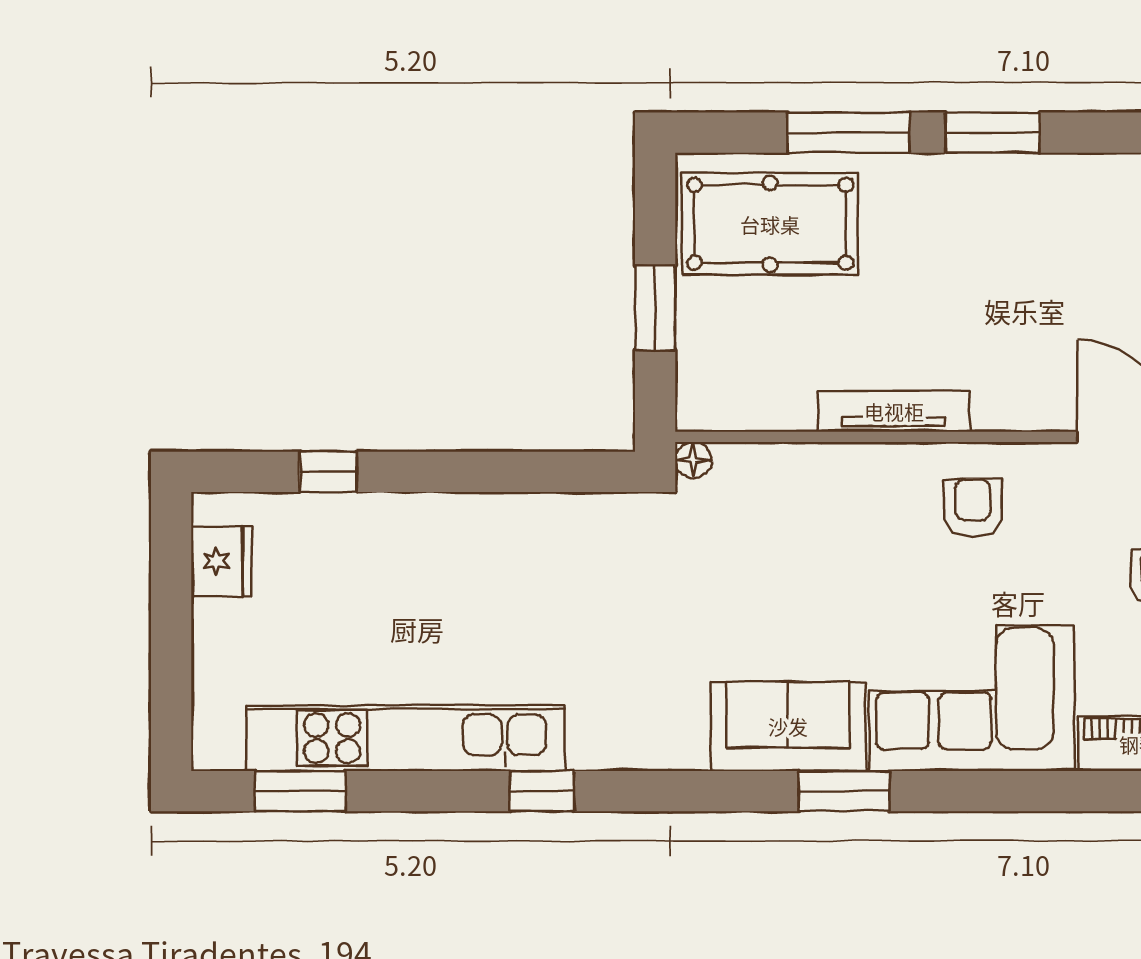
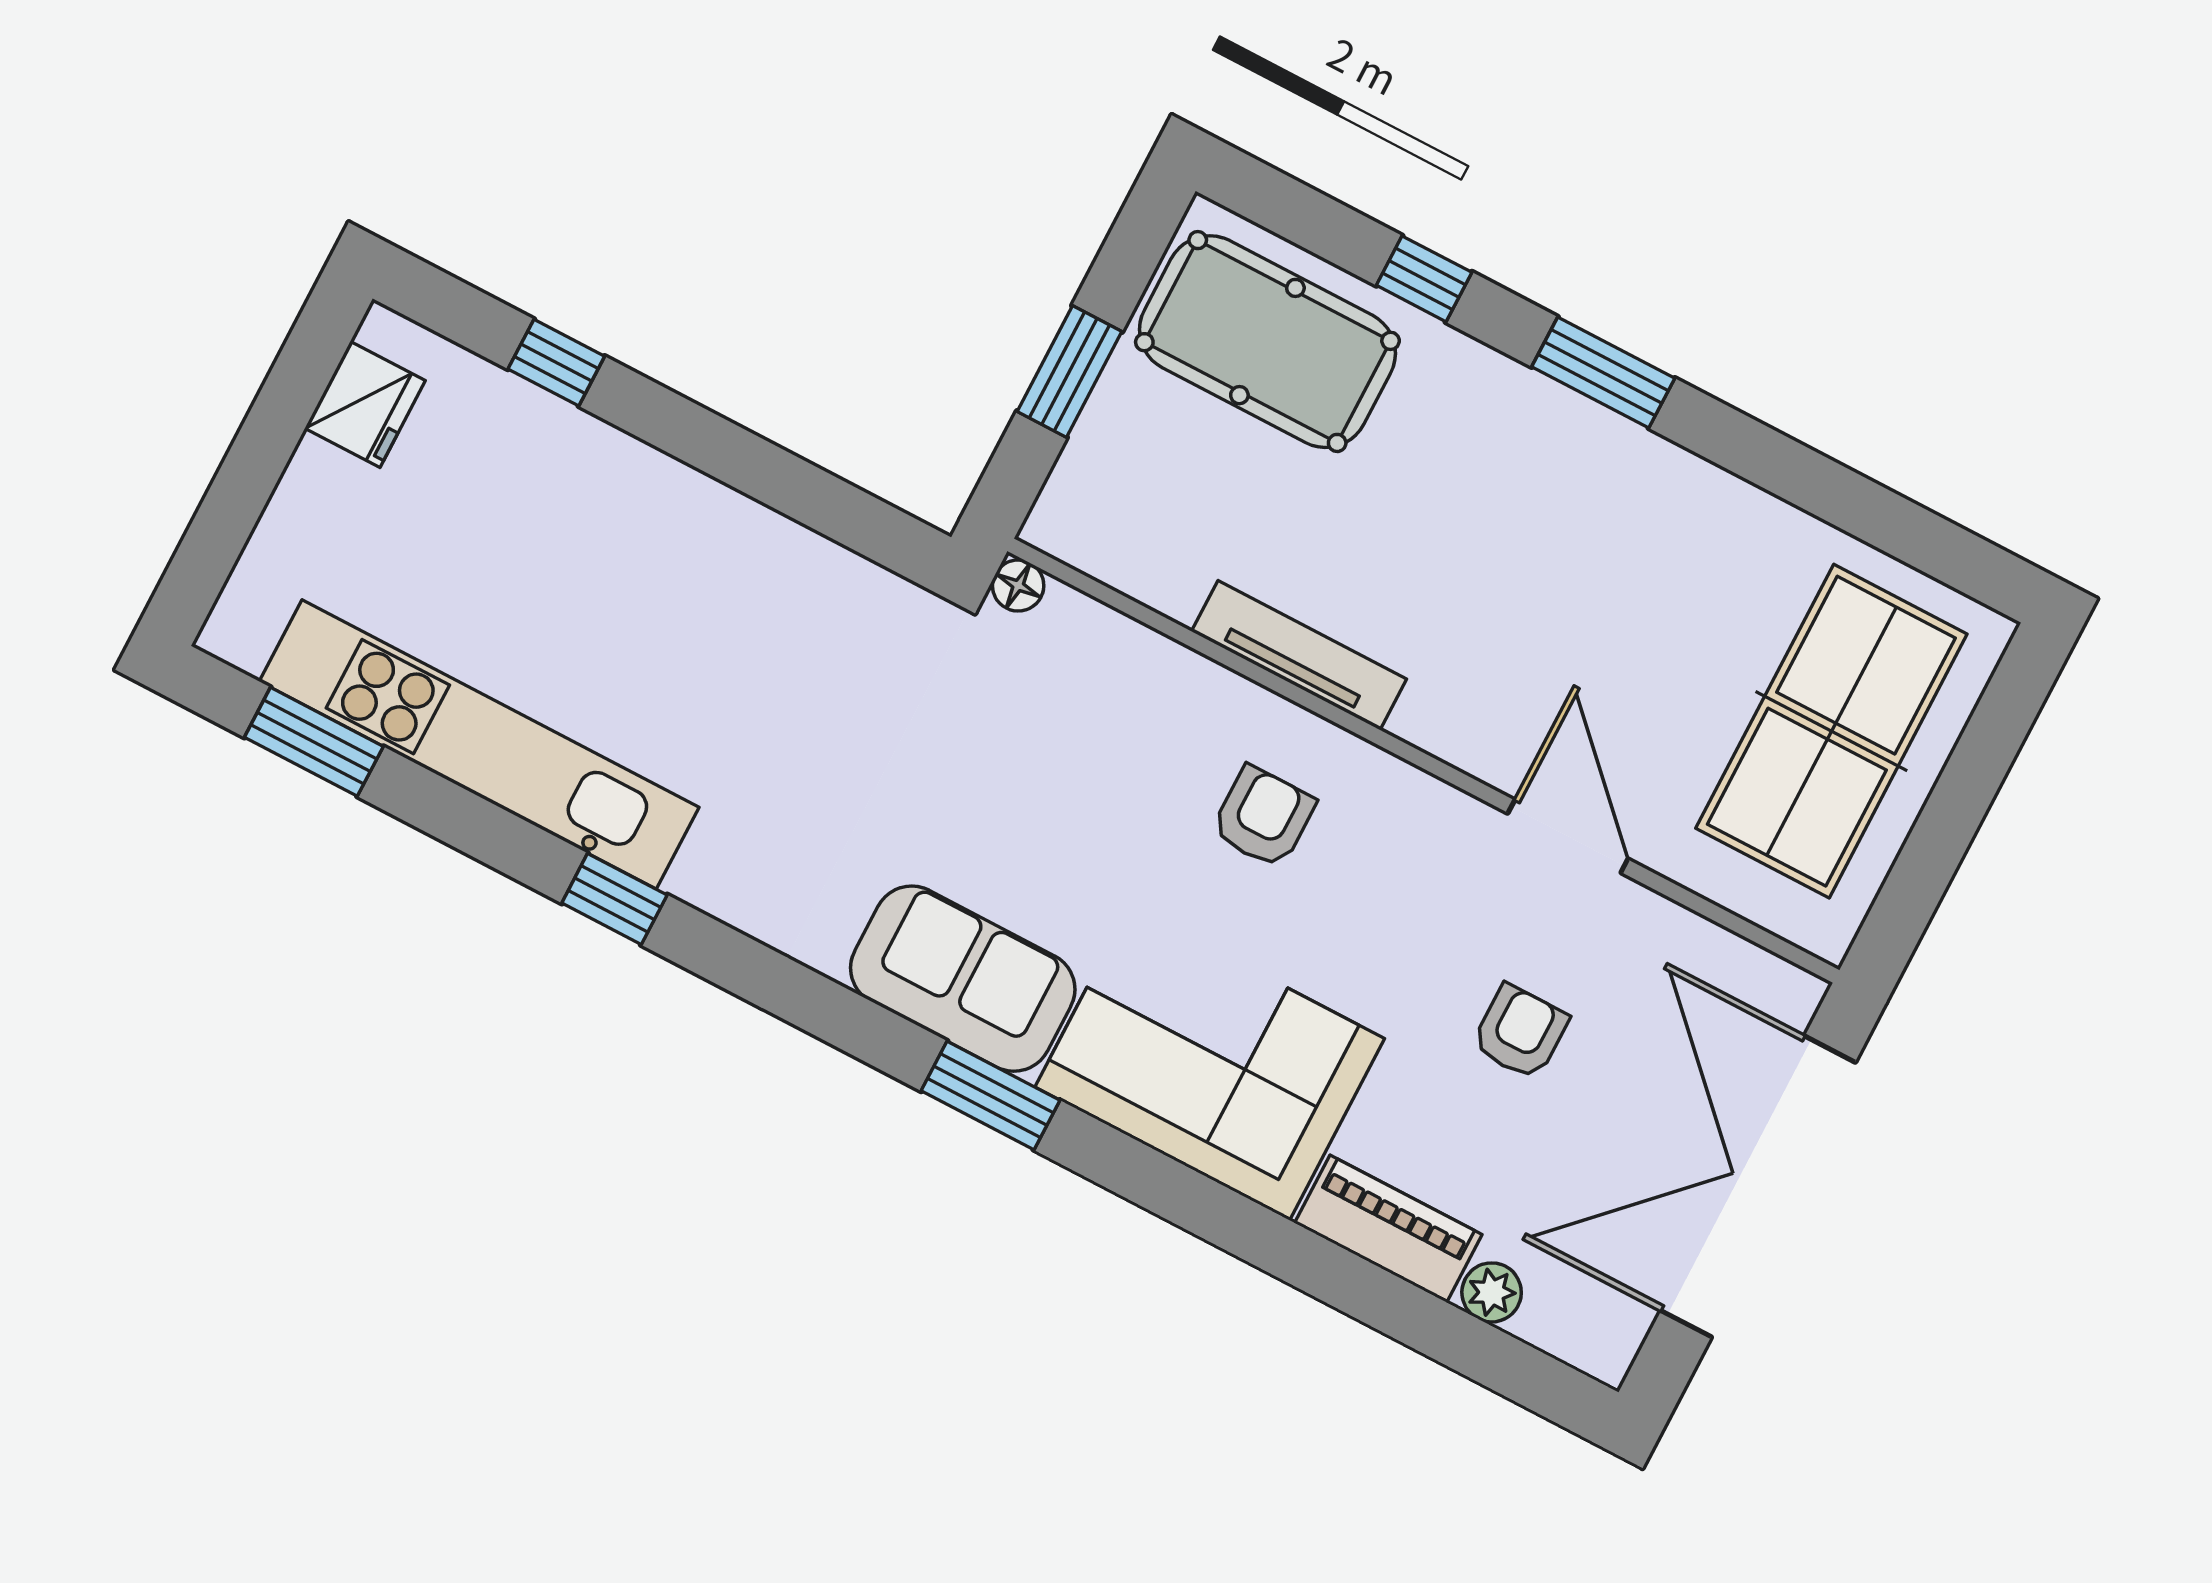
window: (848, 133) -> (1424, 279), width x0.46
armchair: (973, 508) -> (1263, 817), moved

